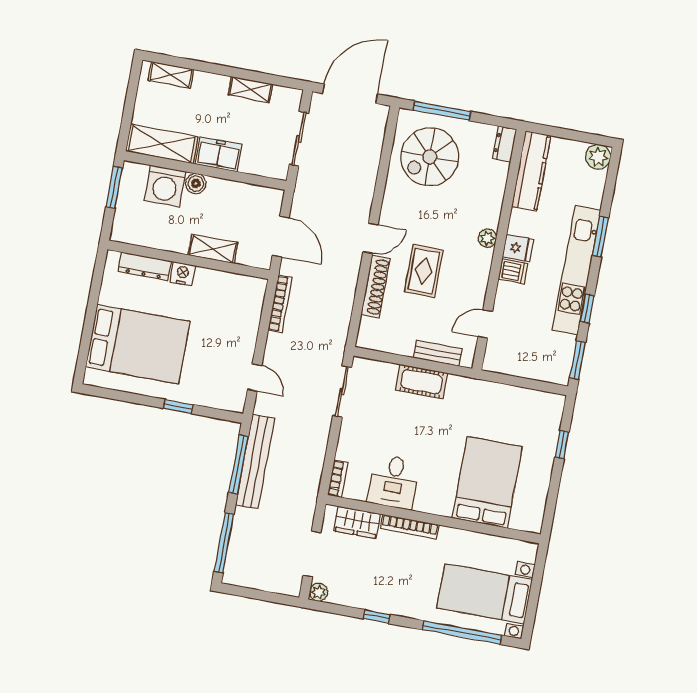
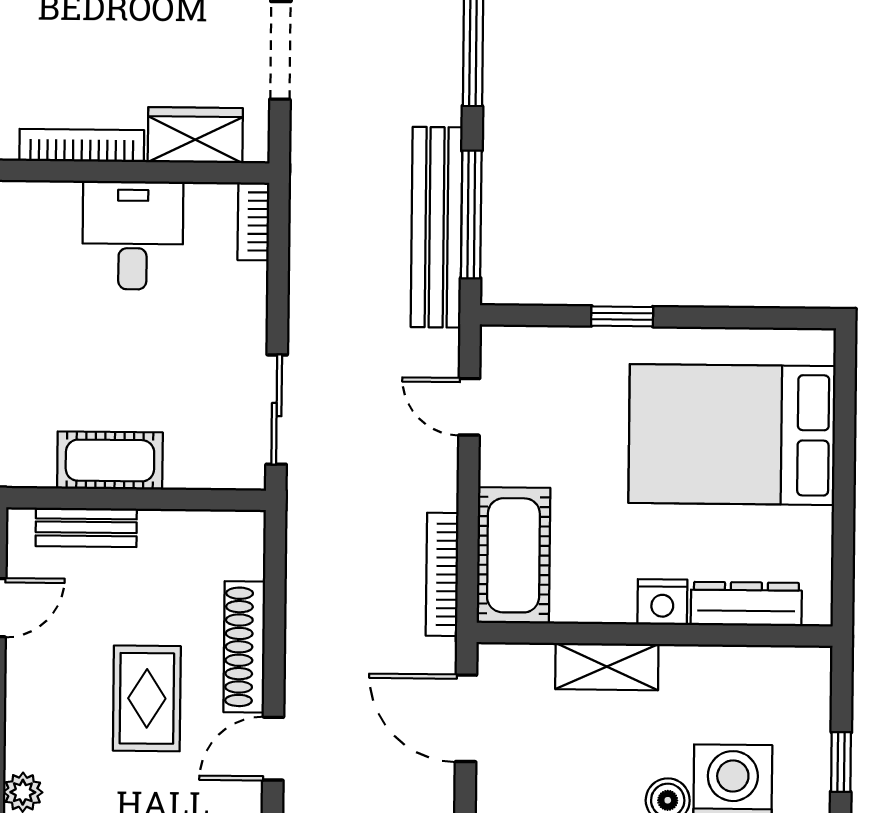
window: (114, 187) -> (841, 762), width x0.67
cot: (246, 307) -> (513, 555), added

